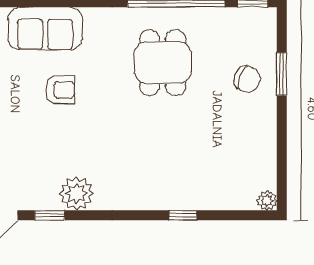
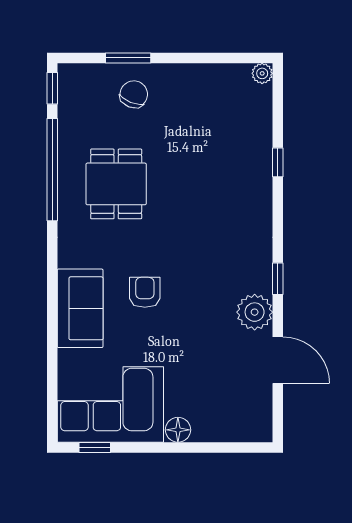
dining table: (163, 63) -> (116, 184), turned 90
plant: (76, 193) -> (255, 312), moved
window: (50, 215) -> (278, 279), moved

